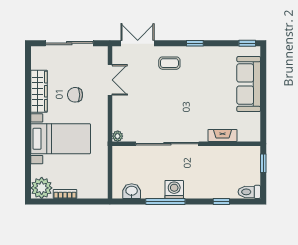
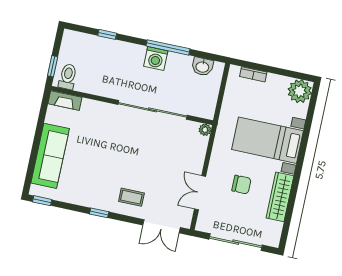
fireplace: (222, 135) -> (65, 101), moved
toilet: (249, 192) -> (68, 77), moved, turned -90
bookcase: (65, 194) -> (253, 74), moved

